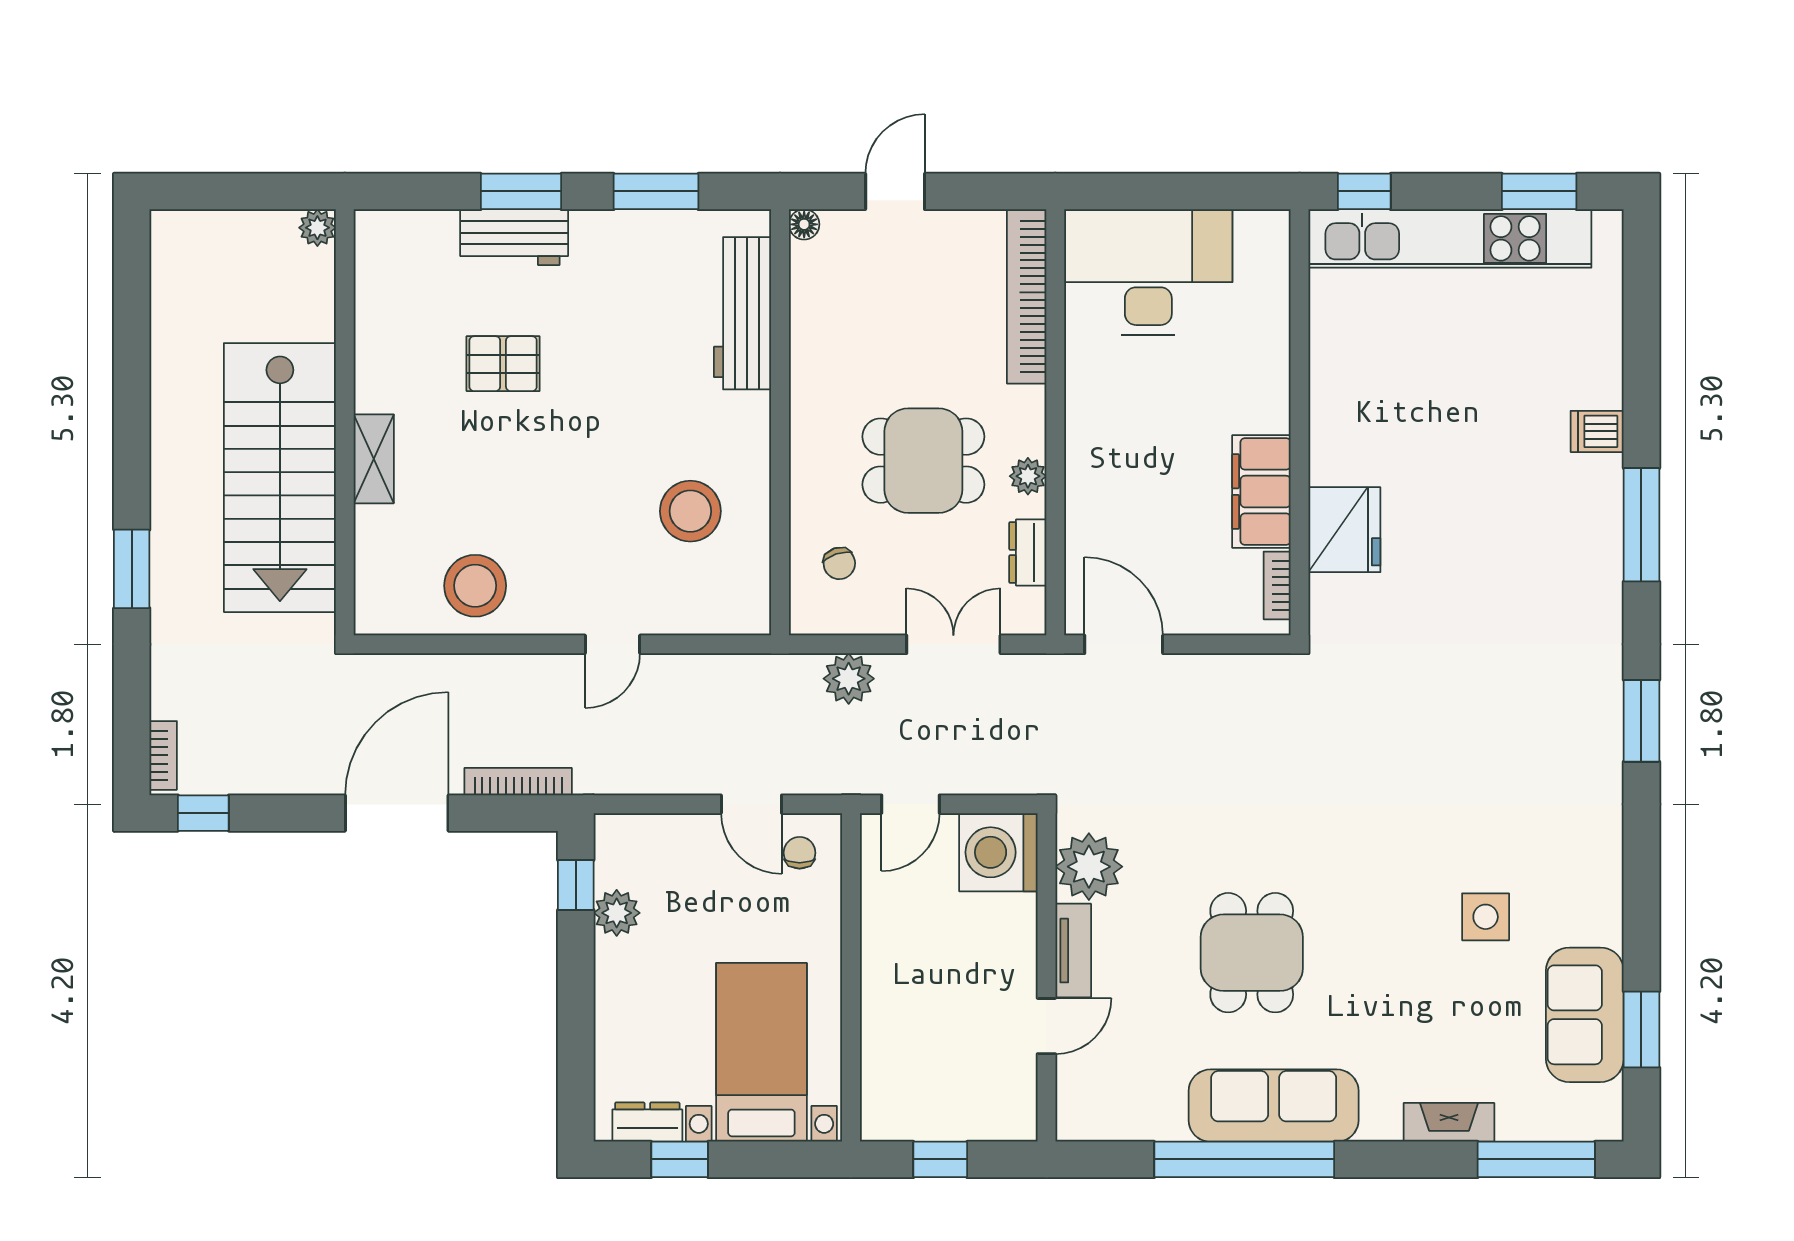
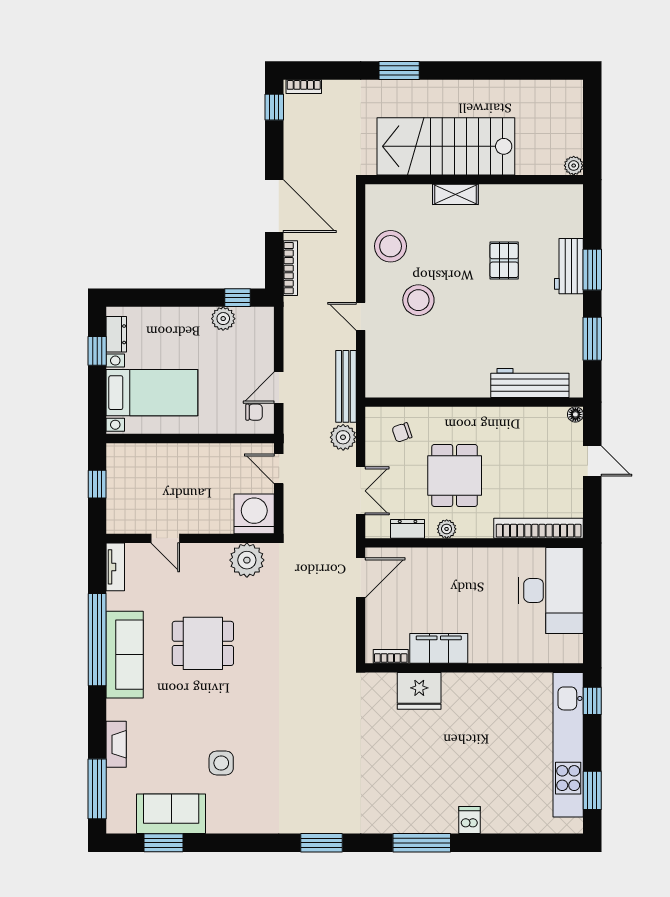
stool: (690, 511) -> (418, 300), moved
bench: (749, 673) -> (346, 386), added
tv unit: (1073, 951) -> (115, 567), moved, turned -90

